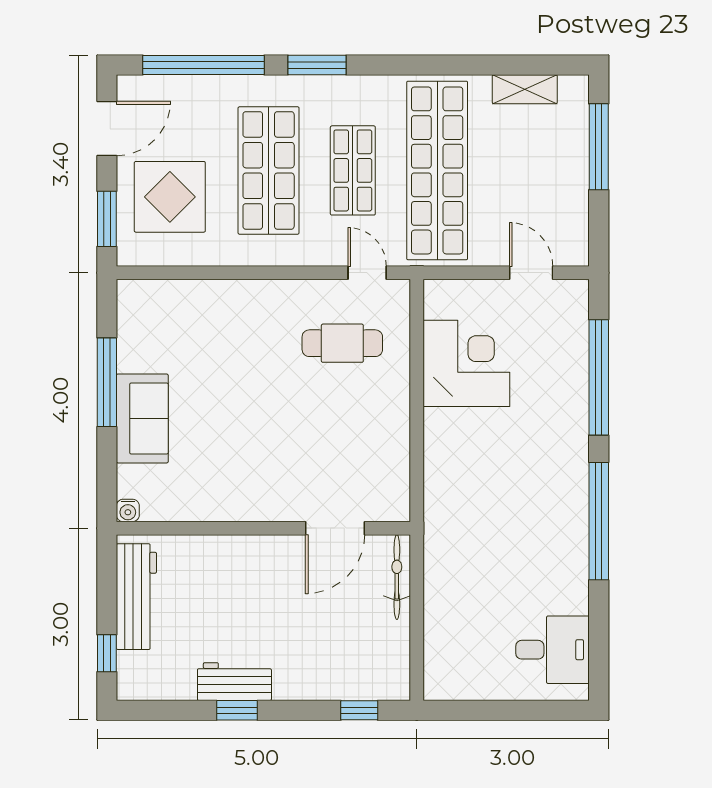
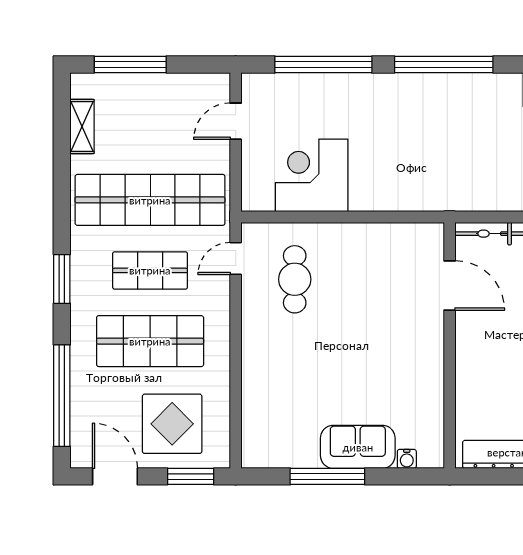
window: (317, 65) -> (62, 279), moved
water cooler: (128, 510) -> (407, 459), moved, turned 90

